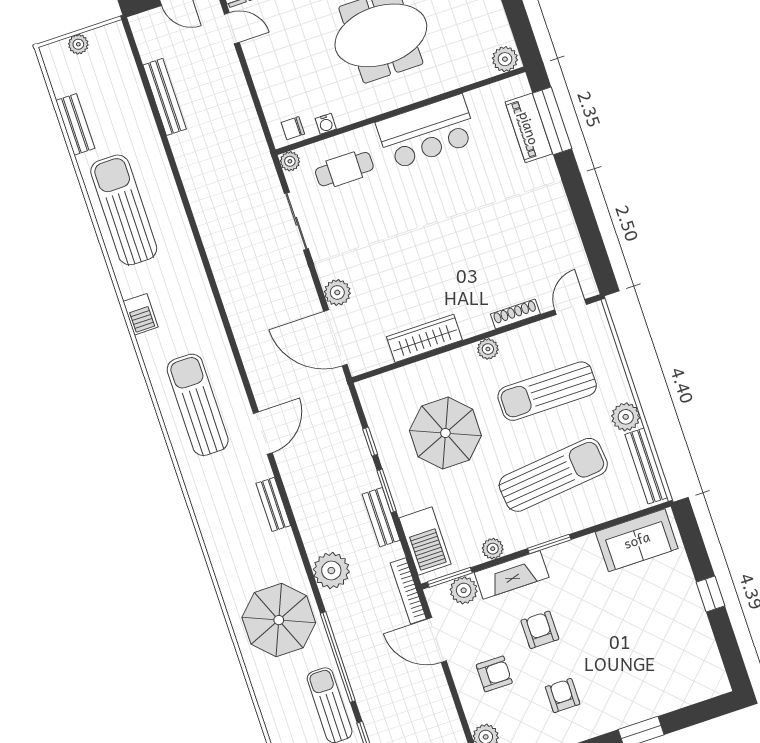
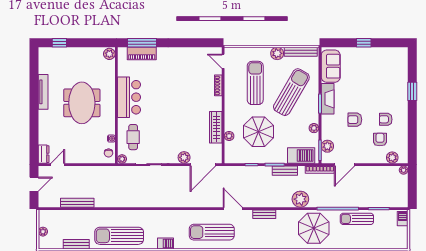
plant: (488, 349) -> (229, 136), moved
sun lounger: (547, 391) -> (255, 83), turned 180
sun lounger: (553, 475) -> (291, 92), turned 36
fireplace: (512, 575) -> (328, 99), moved
armchair: (494, 674) -> (380, 140), moved

